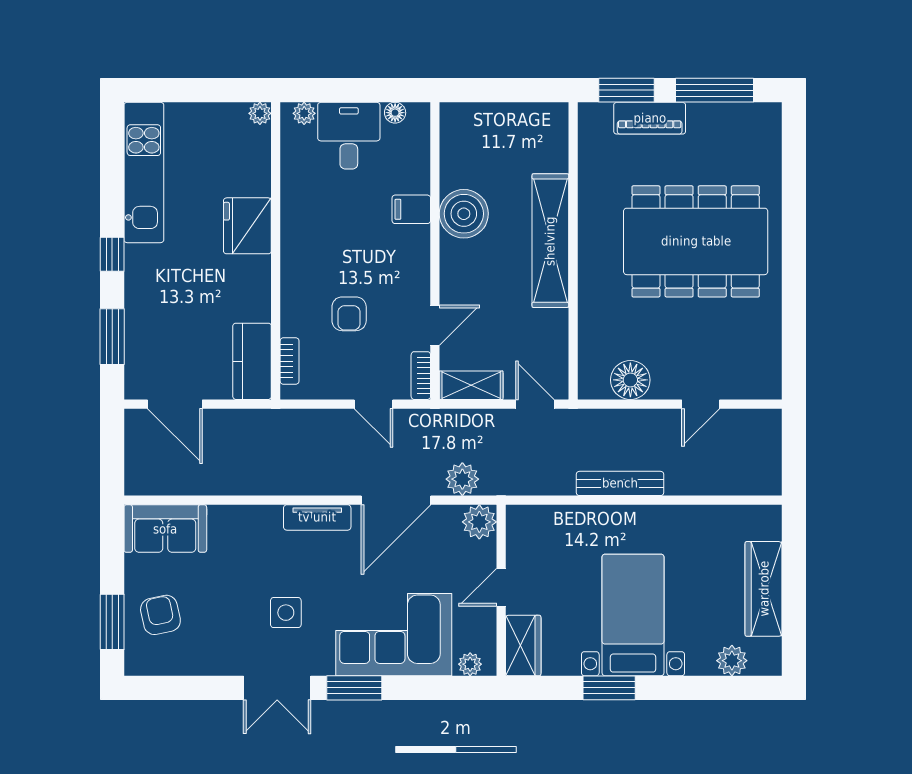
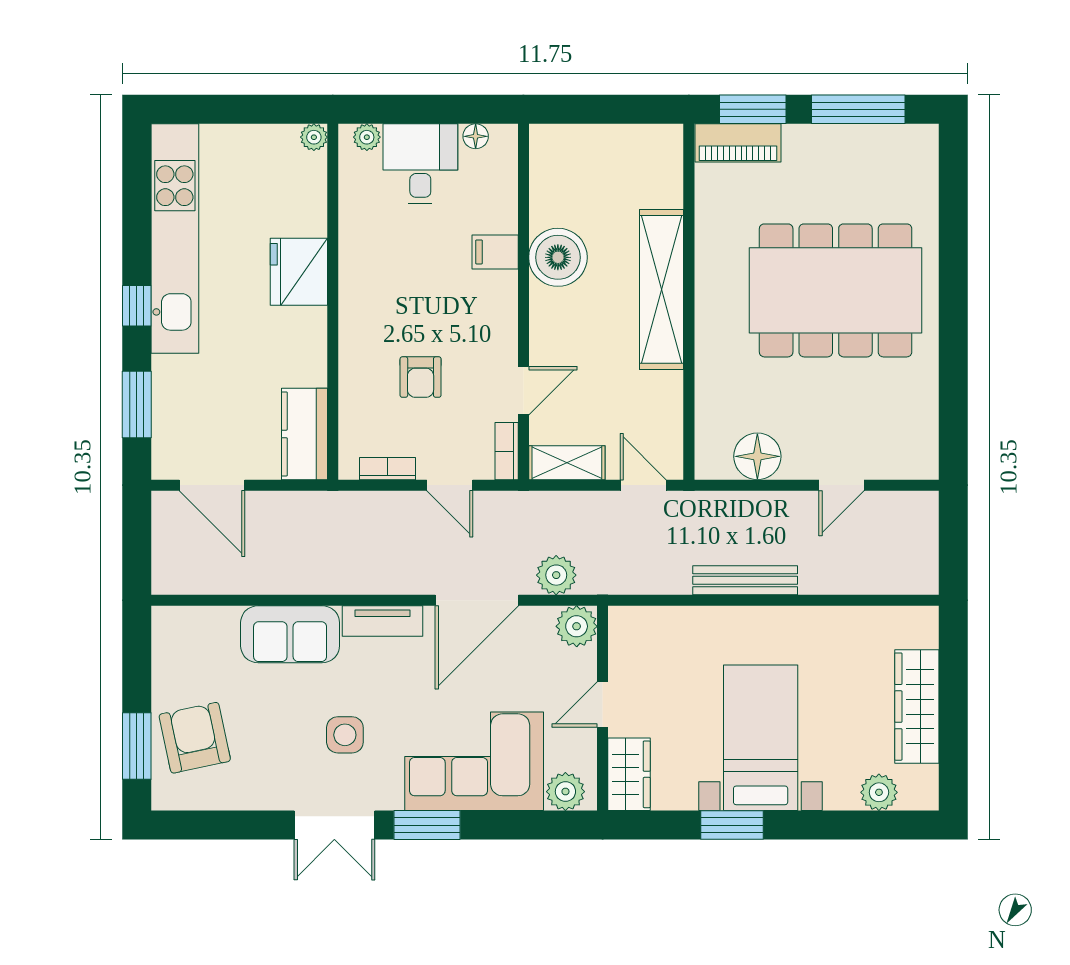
piano: (650, 118) -> (738, 143), moved
kitchen unit: (144, 172) -> (175, 238), width x1.36
bookcase: (290, 361) -> (388, 469), moved, turned -90
sofa: (165, 529) -> (290, 634), moved
armchair: (160, 615) -> (195, 738), width x1.38, depth x1.38
plant: (470, 664) -> (565, 792), width x1.38, depth x1.38

